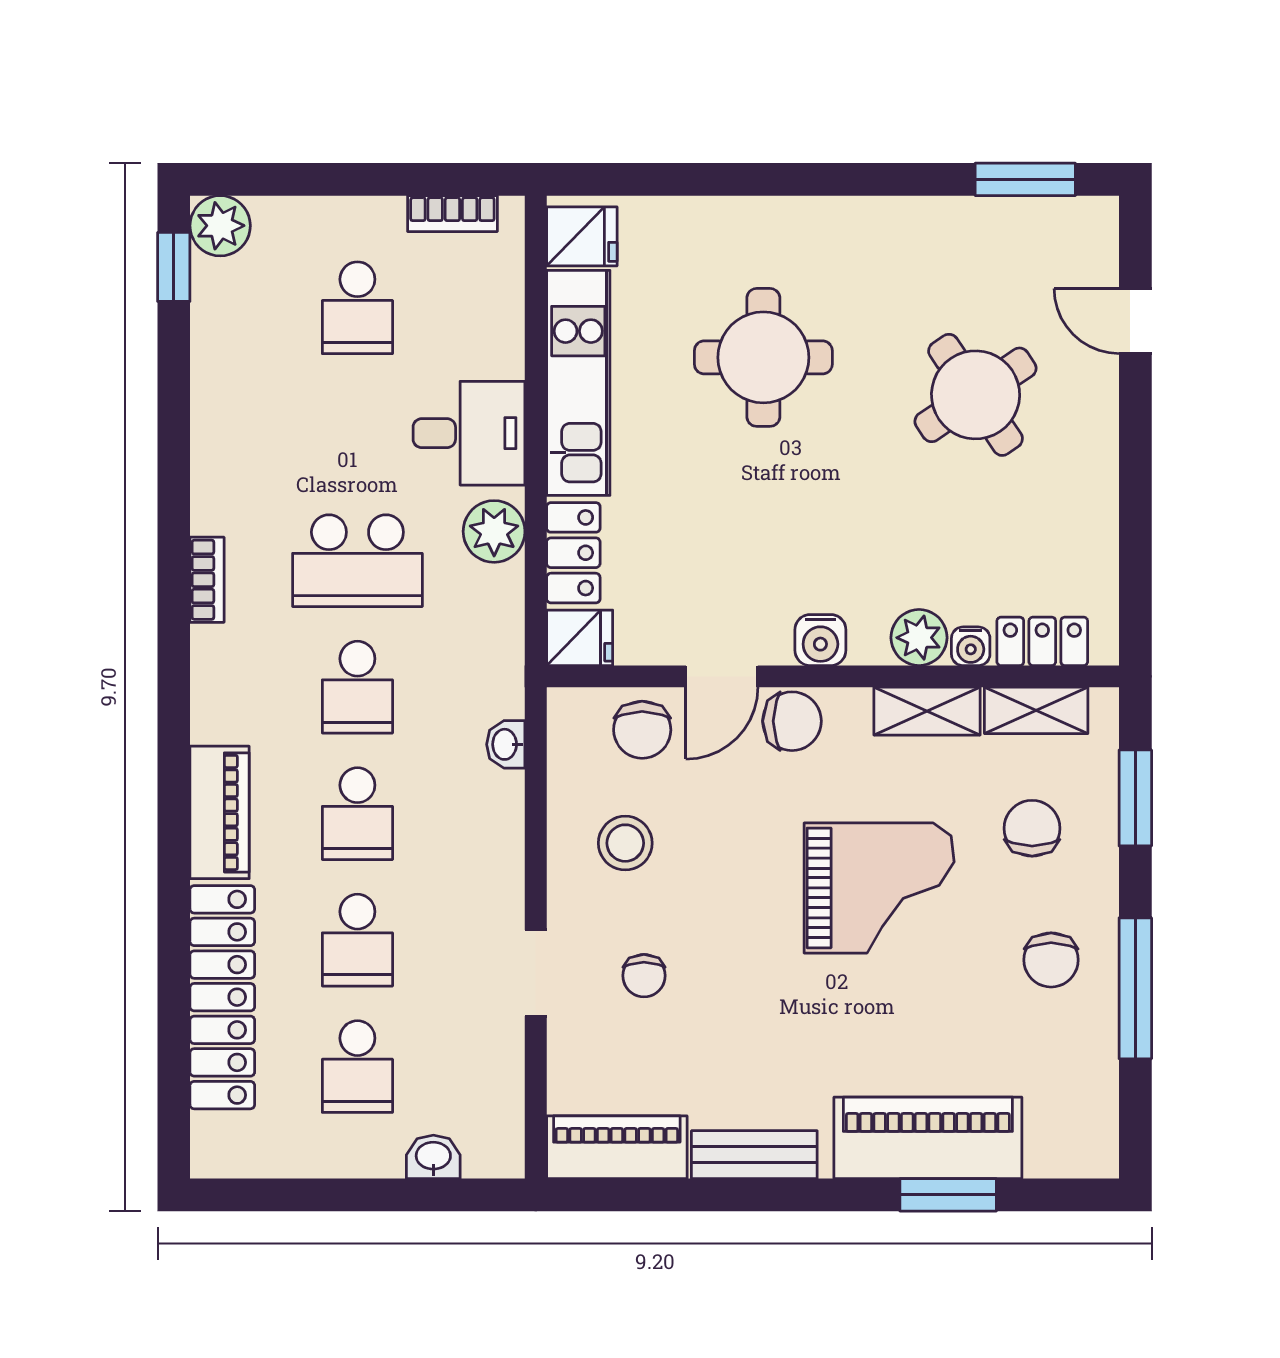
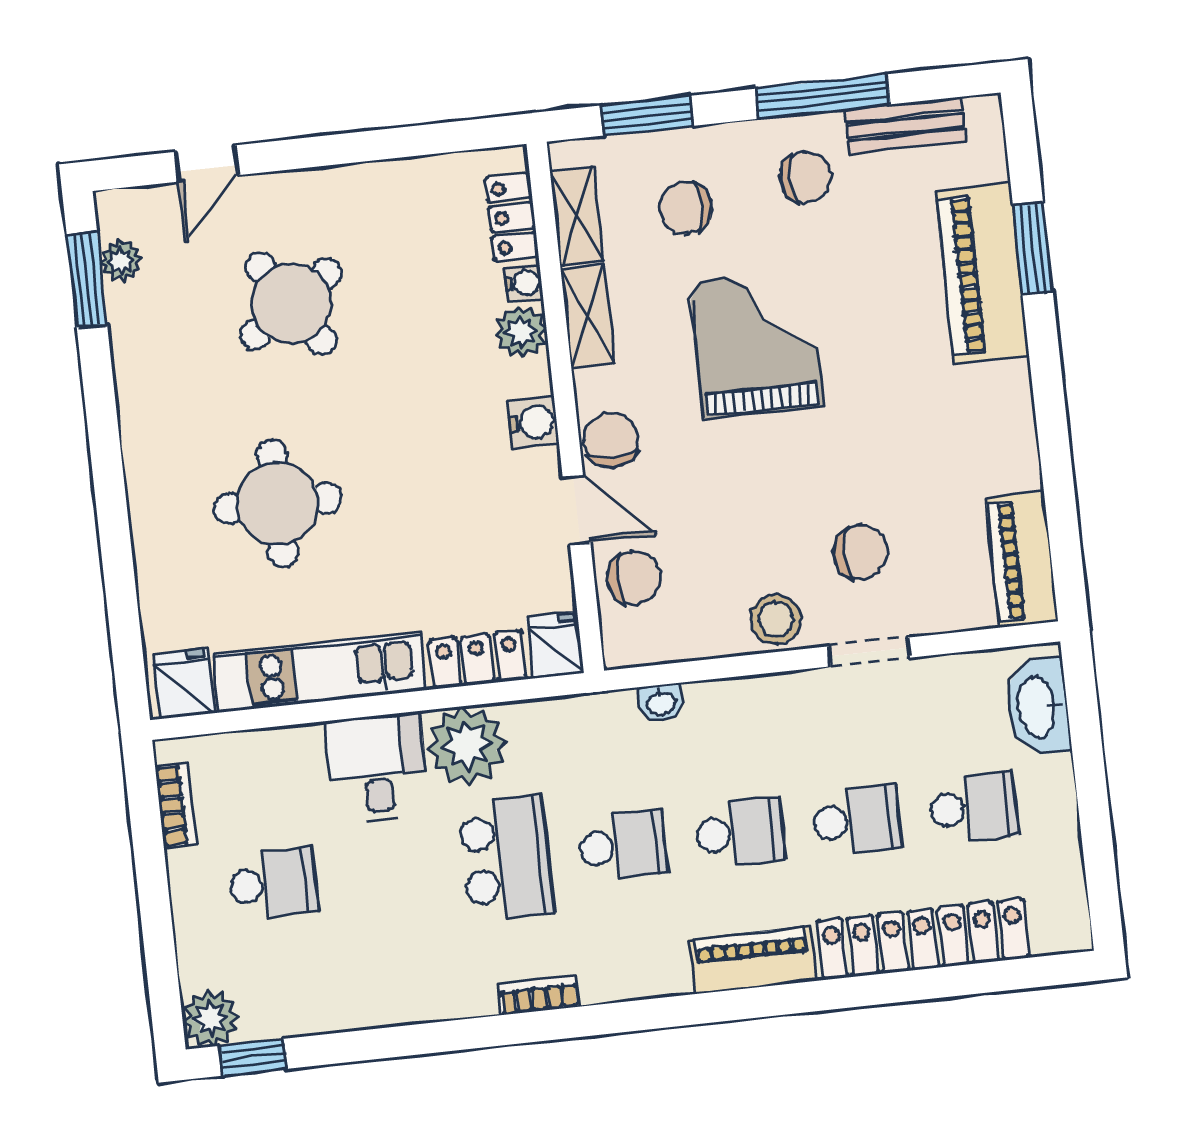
plant: (1041, 218) -> (121, 261), added
plant: (494, 531) -> (467, 745), width x1.36, depth x1.36
stool: (625, 843) -> (776, 619), moved
chair: (644, 976) -> (861, 552), width x1.37, depth x1.37
bench: (754, 1155) -> (906, 125), moved, turned 90
washbasin: (433, 1157) -> (1038, 706), width x1.91, depth x1.45

